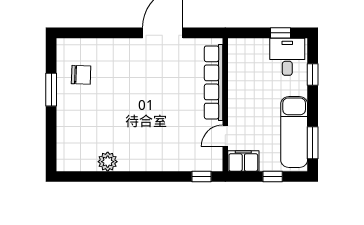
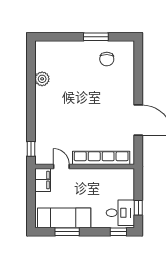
window: (313, 75) -> (118, 232), moved
window: (313, 143) -> (67, 232), moved
window: (273, 177) -> (31, 202), removed

